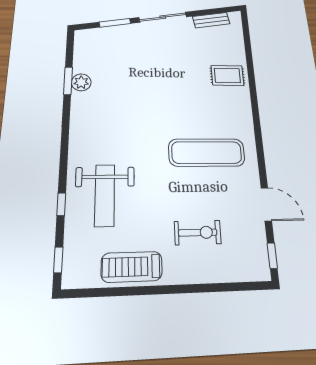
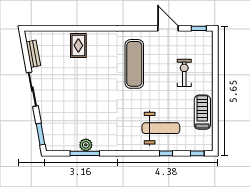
window: (115, 23) -> (40, 134), moved
window: (68, 81) -> (85, 153), width x1.44
door: (266, 204) -> (168, 28), hinge flipped
treadmill: (132, 267) -> (202, 112), turned 180

